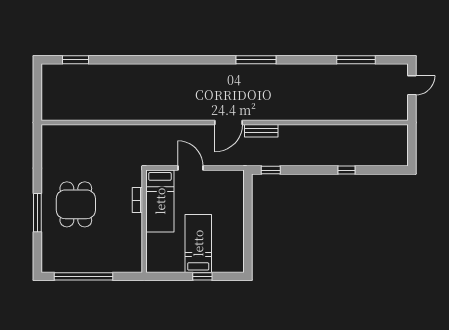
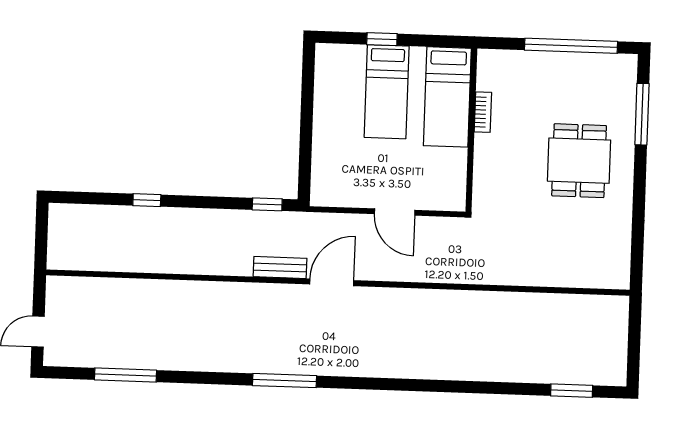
bookcase: (137, 200) -> (483, 112), moved
bed: (160, 201) -> (447, 97), moved, turned 180
window: (37, 213) -> (642, 114), moved

